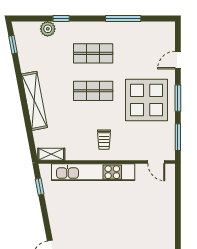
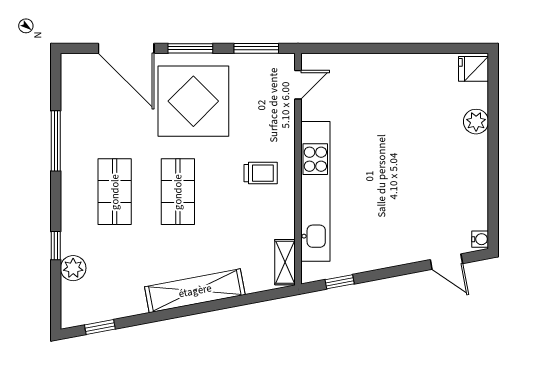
door: (178, 60) -> (126, 48), width x1.88

